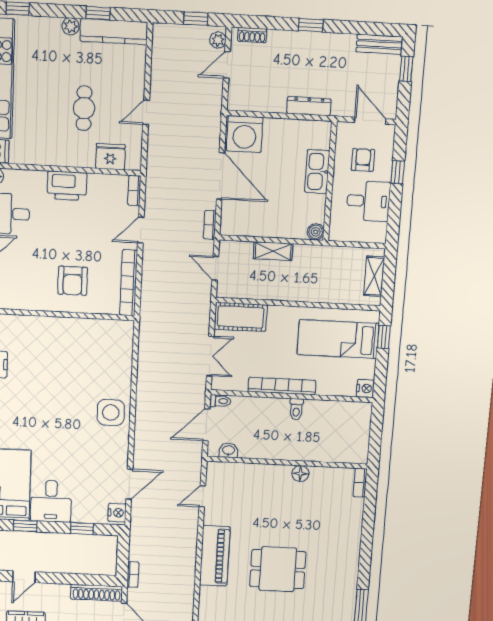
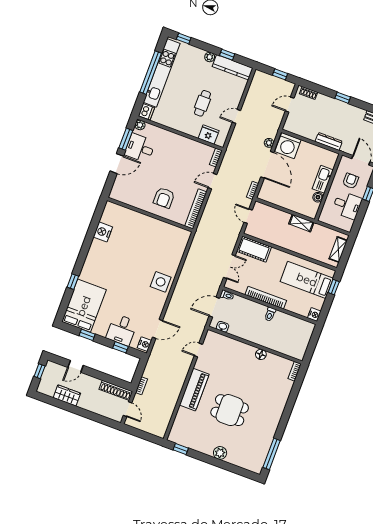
plant: (218, 40) -> (269, 143), moved
printer: (67, 186) -> (179, 143), removed
boiler: (316, 232) -> (318, 197), moved
shelving: (273, 251) -> (301, 223), moved
desk: (51, 501) -> (122, 330), moved

